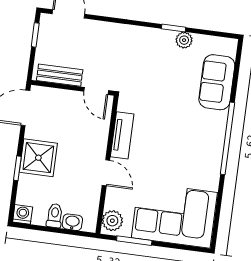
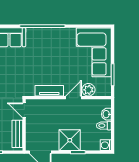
door: (96, 91) -> (24, 110), swing flipped
plant: (112, 221) -> (88, 90), moved

